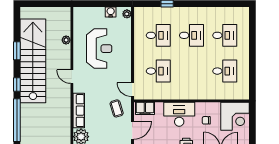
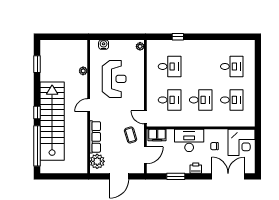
water cooler: (111, 12) -> (104, 45), moved
desk: (192, 35) -> (201, 100), moved
window: (17, 51) -> (37, 64), moved
stairs: (33, 61) -> (52, 121), moved
door: (72, 77) -> (89, 105), hinge flipped

